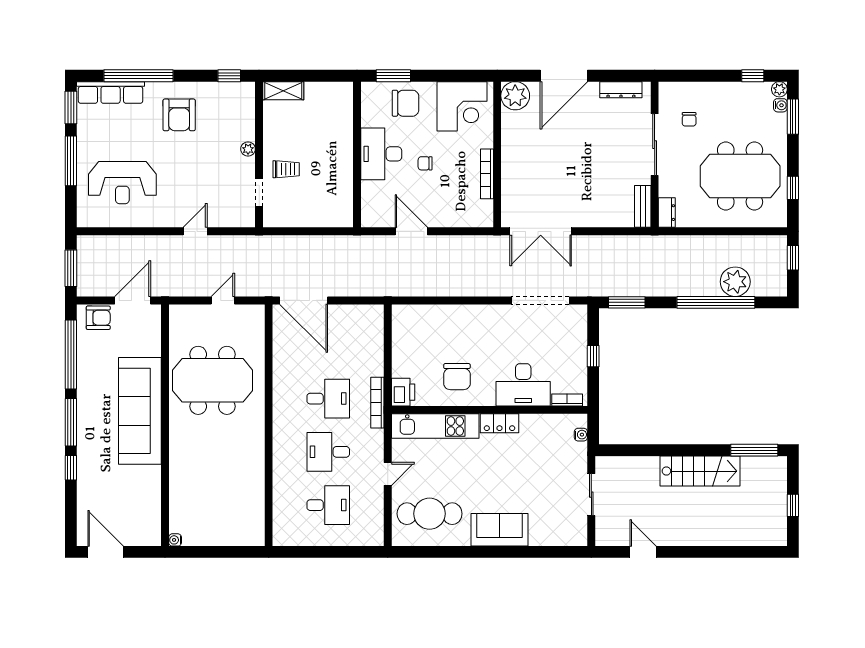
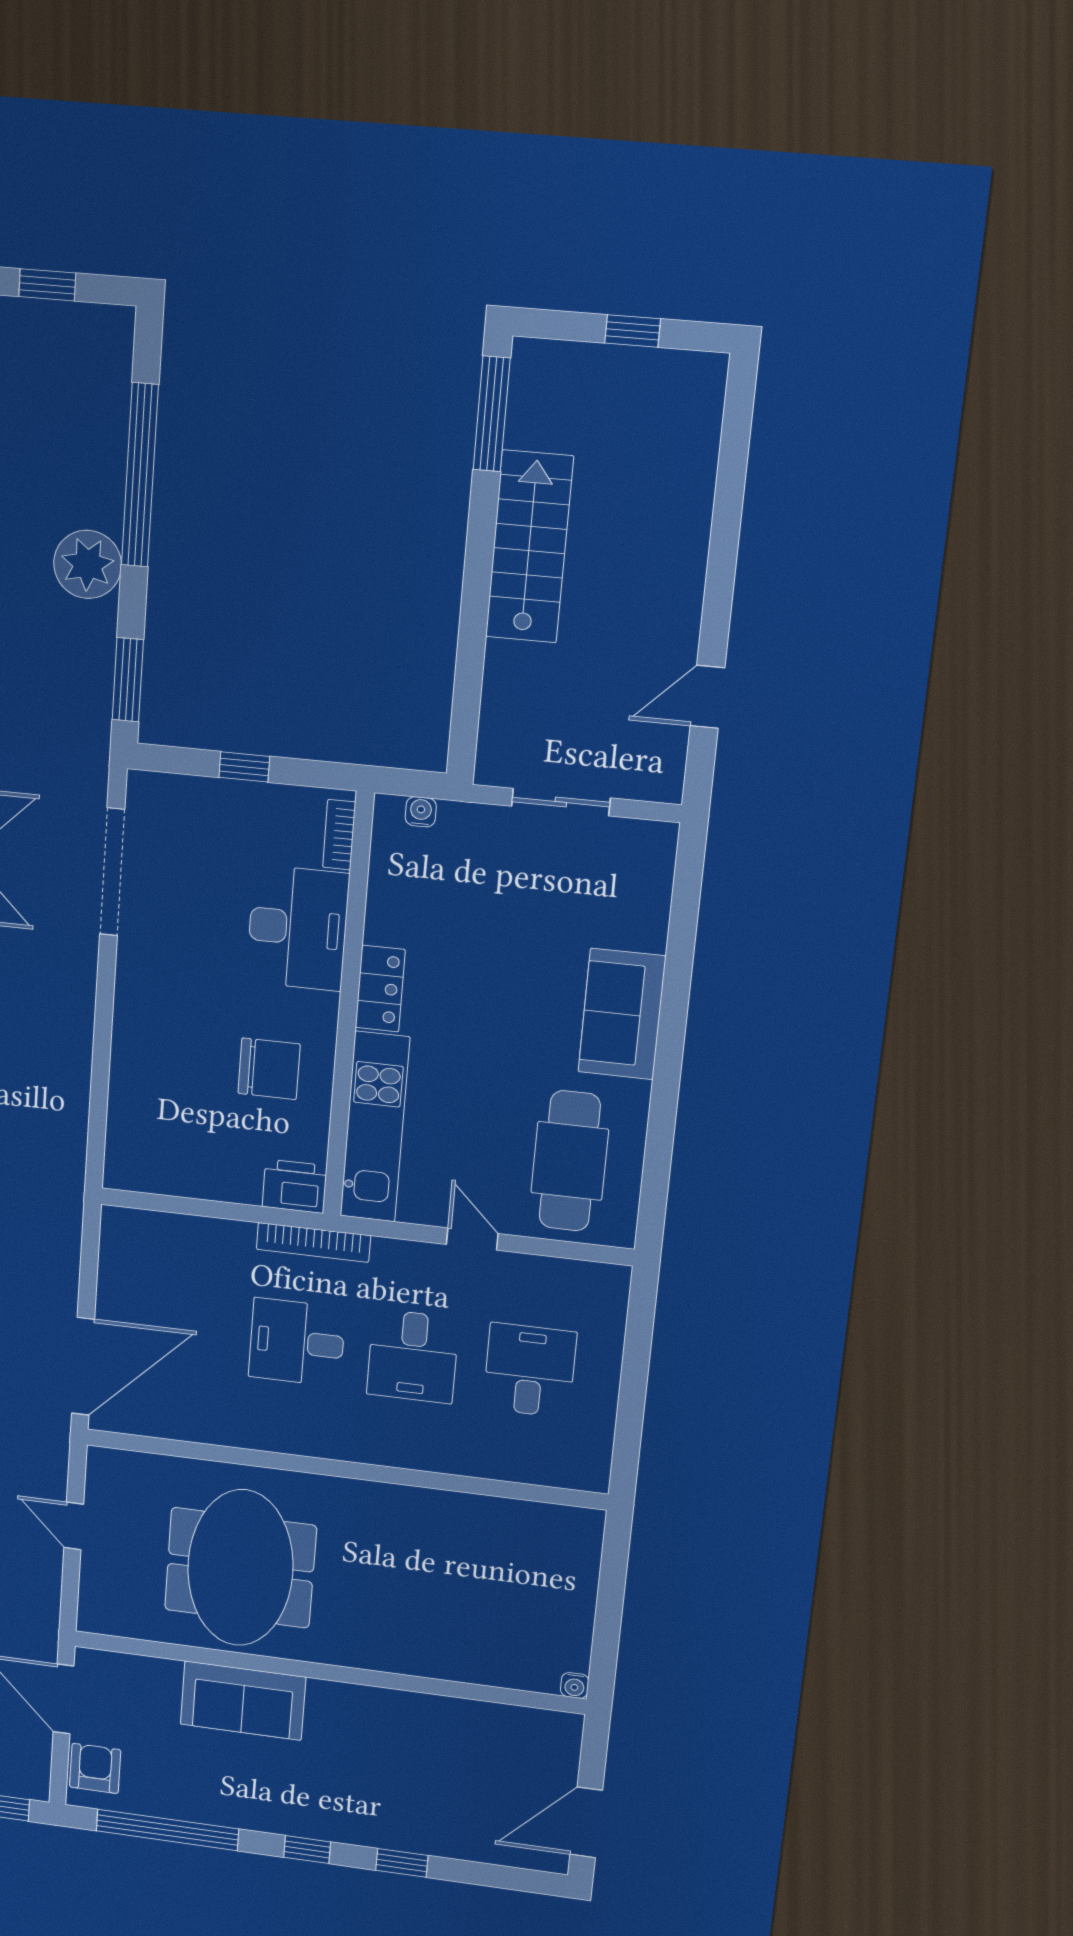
plant: (735, 282) -> (88, 564), moved
desk: (328, 399) -> (297, 1342), turned -90
sofa: (140, 411) -> (243, 1701), width x0.54, depth x0.79
window: (71, 422) -> (307, 1850), width x0.46

